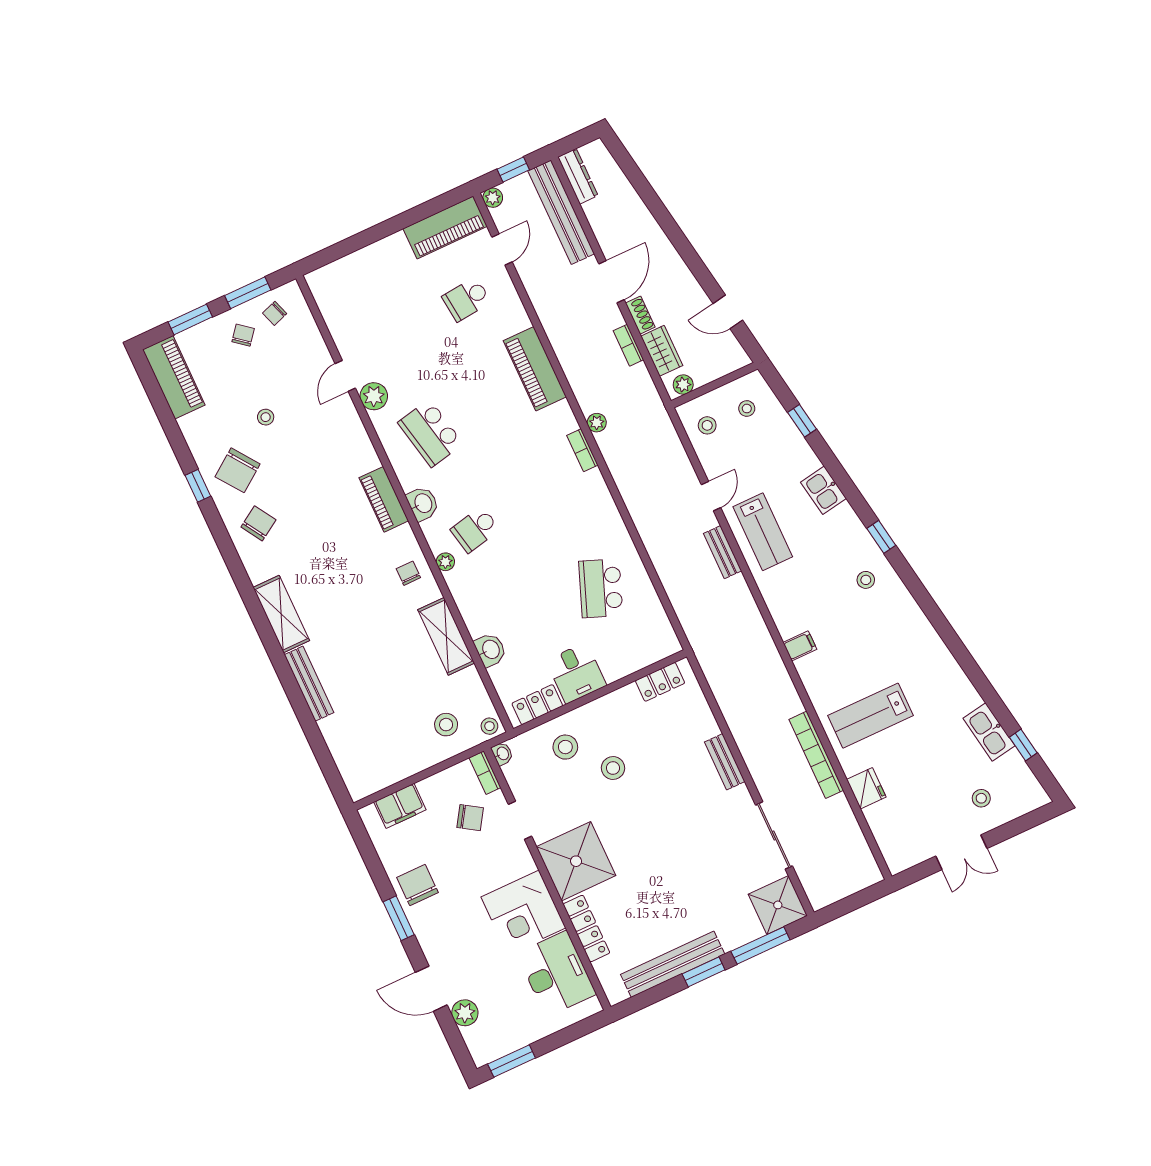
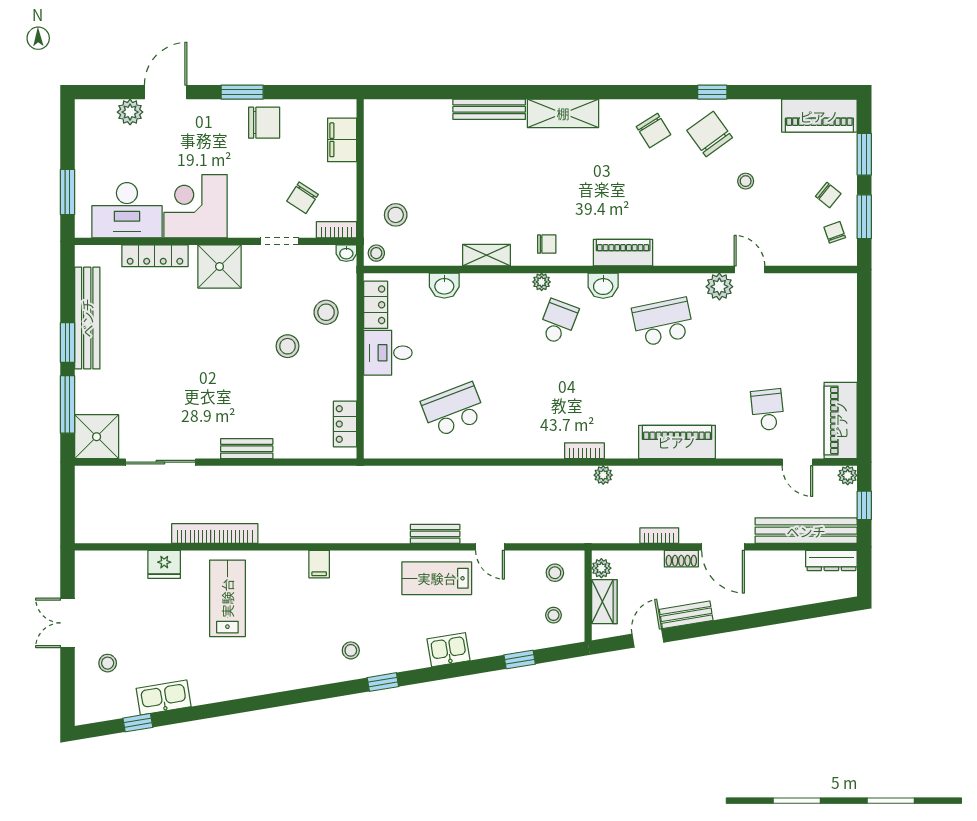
bench: (690, 287) -> (686, 615), added
wardrobe: (662, 351) -> (604, 602), moved, turned -90
school desk: (475, 529) -> (558, 322), turned 33
school desk: (601, 588) -> (453, 410), turned -42
shelving: (446, 636) -> (486, 255), width x0.67, depth x0.75
shower: (576, 861) -> (220, 266), width x0.73, depth x0.73
window: (512, 1061) -> (68, 192), moved

